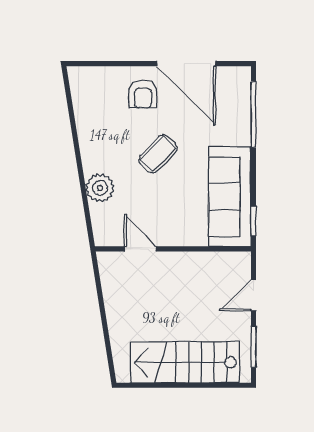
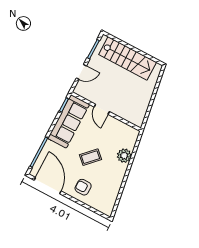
door: (186, 64) -> (48, 186), moved
armchair: (143, 94) -> (83, 187), turned -90
door: (140, 249) -> (102, 109), moved

